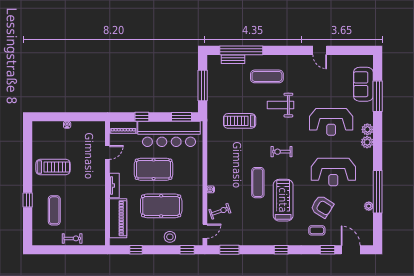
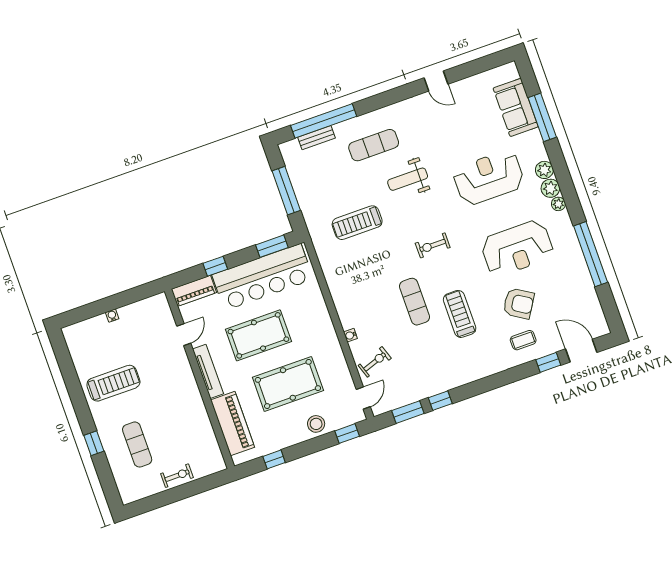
reception desk: (331, 122) -> (489, 178), turned 180
tv unit: (114, 185) -> (208, 371), width x1.41
treadmill: (283, 200) -> (460, 314), width x0.73, depth x0.73
plant: (369, 206) -> (558, 204), moved
window: (281, 250) -> (440, 401), moved

